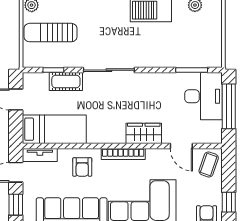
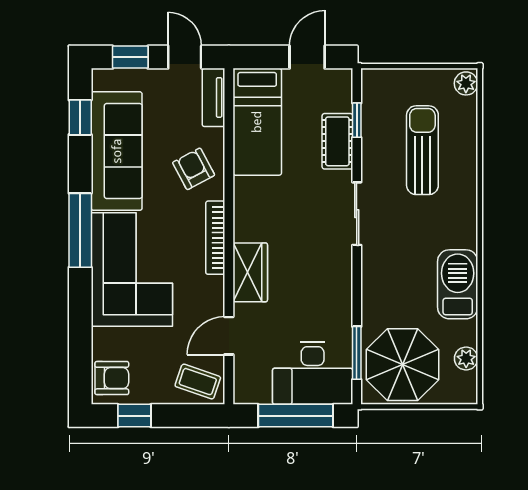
sun lounger: (50, 33) -> (422, 150), moved
parasol: (199, 43) -> (402, 365), added
sliding door: (109, 70) -> (357, 214), width x0.73
armchair: (82, 167) -> (194, 169), turned 62

